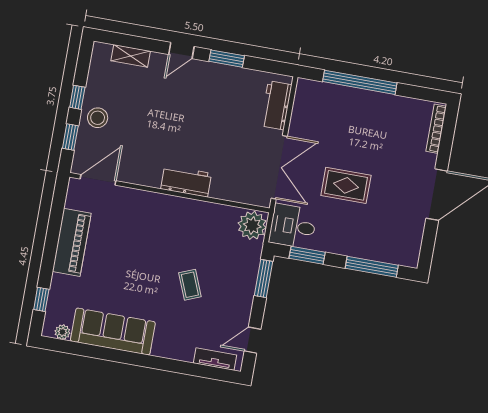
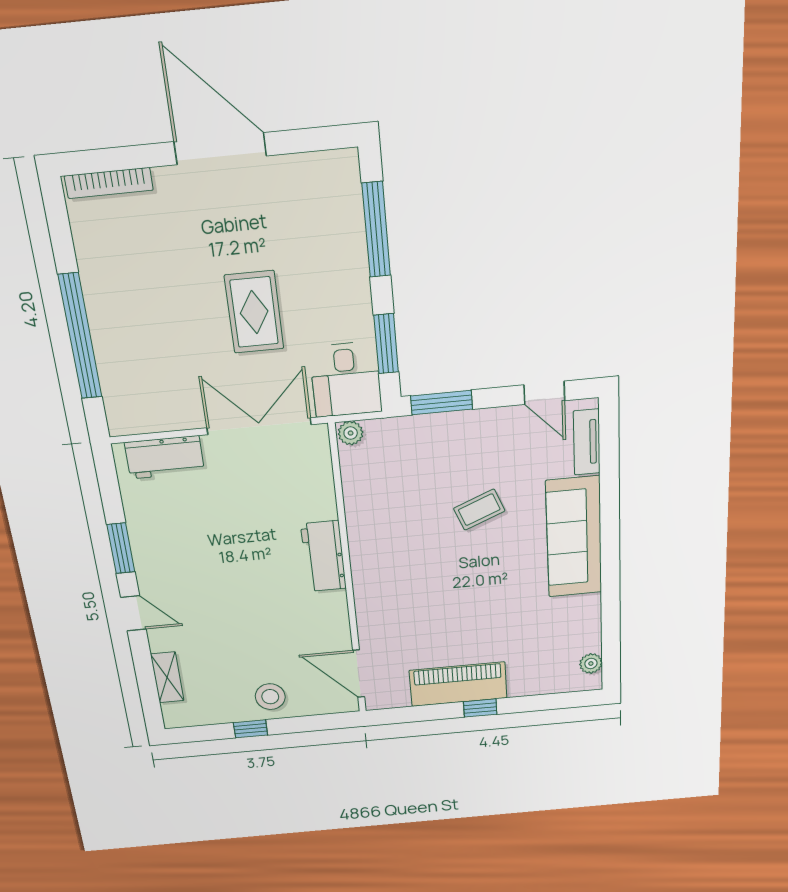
window: (70, 137) -> (309, 723), removed
plant: (252, 225) -> (351, 433), width x0.53, depth x0.53
window: (41, 299) -> (480, 708), moved
sofa: (113, 331) -> (574, 537), moved

